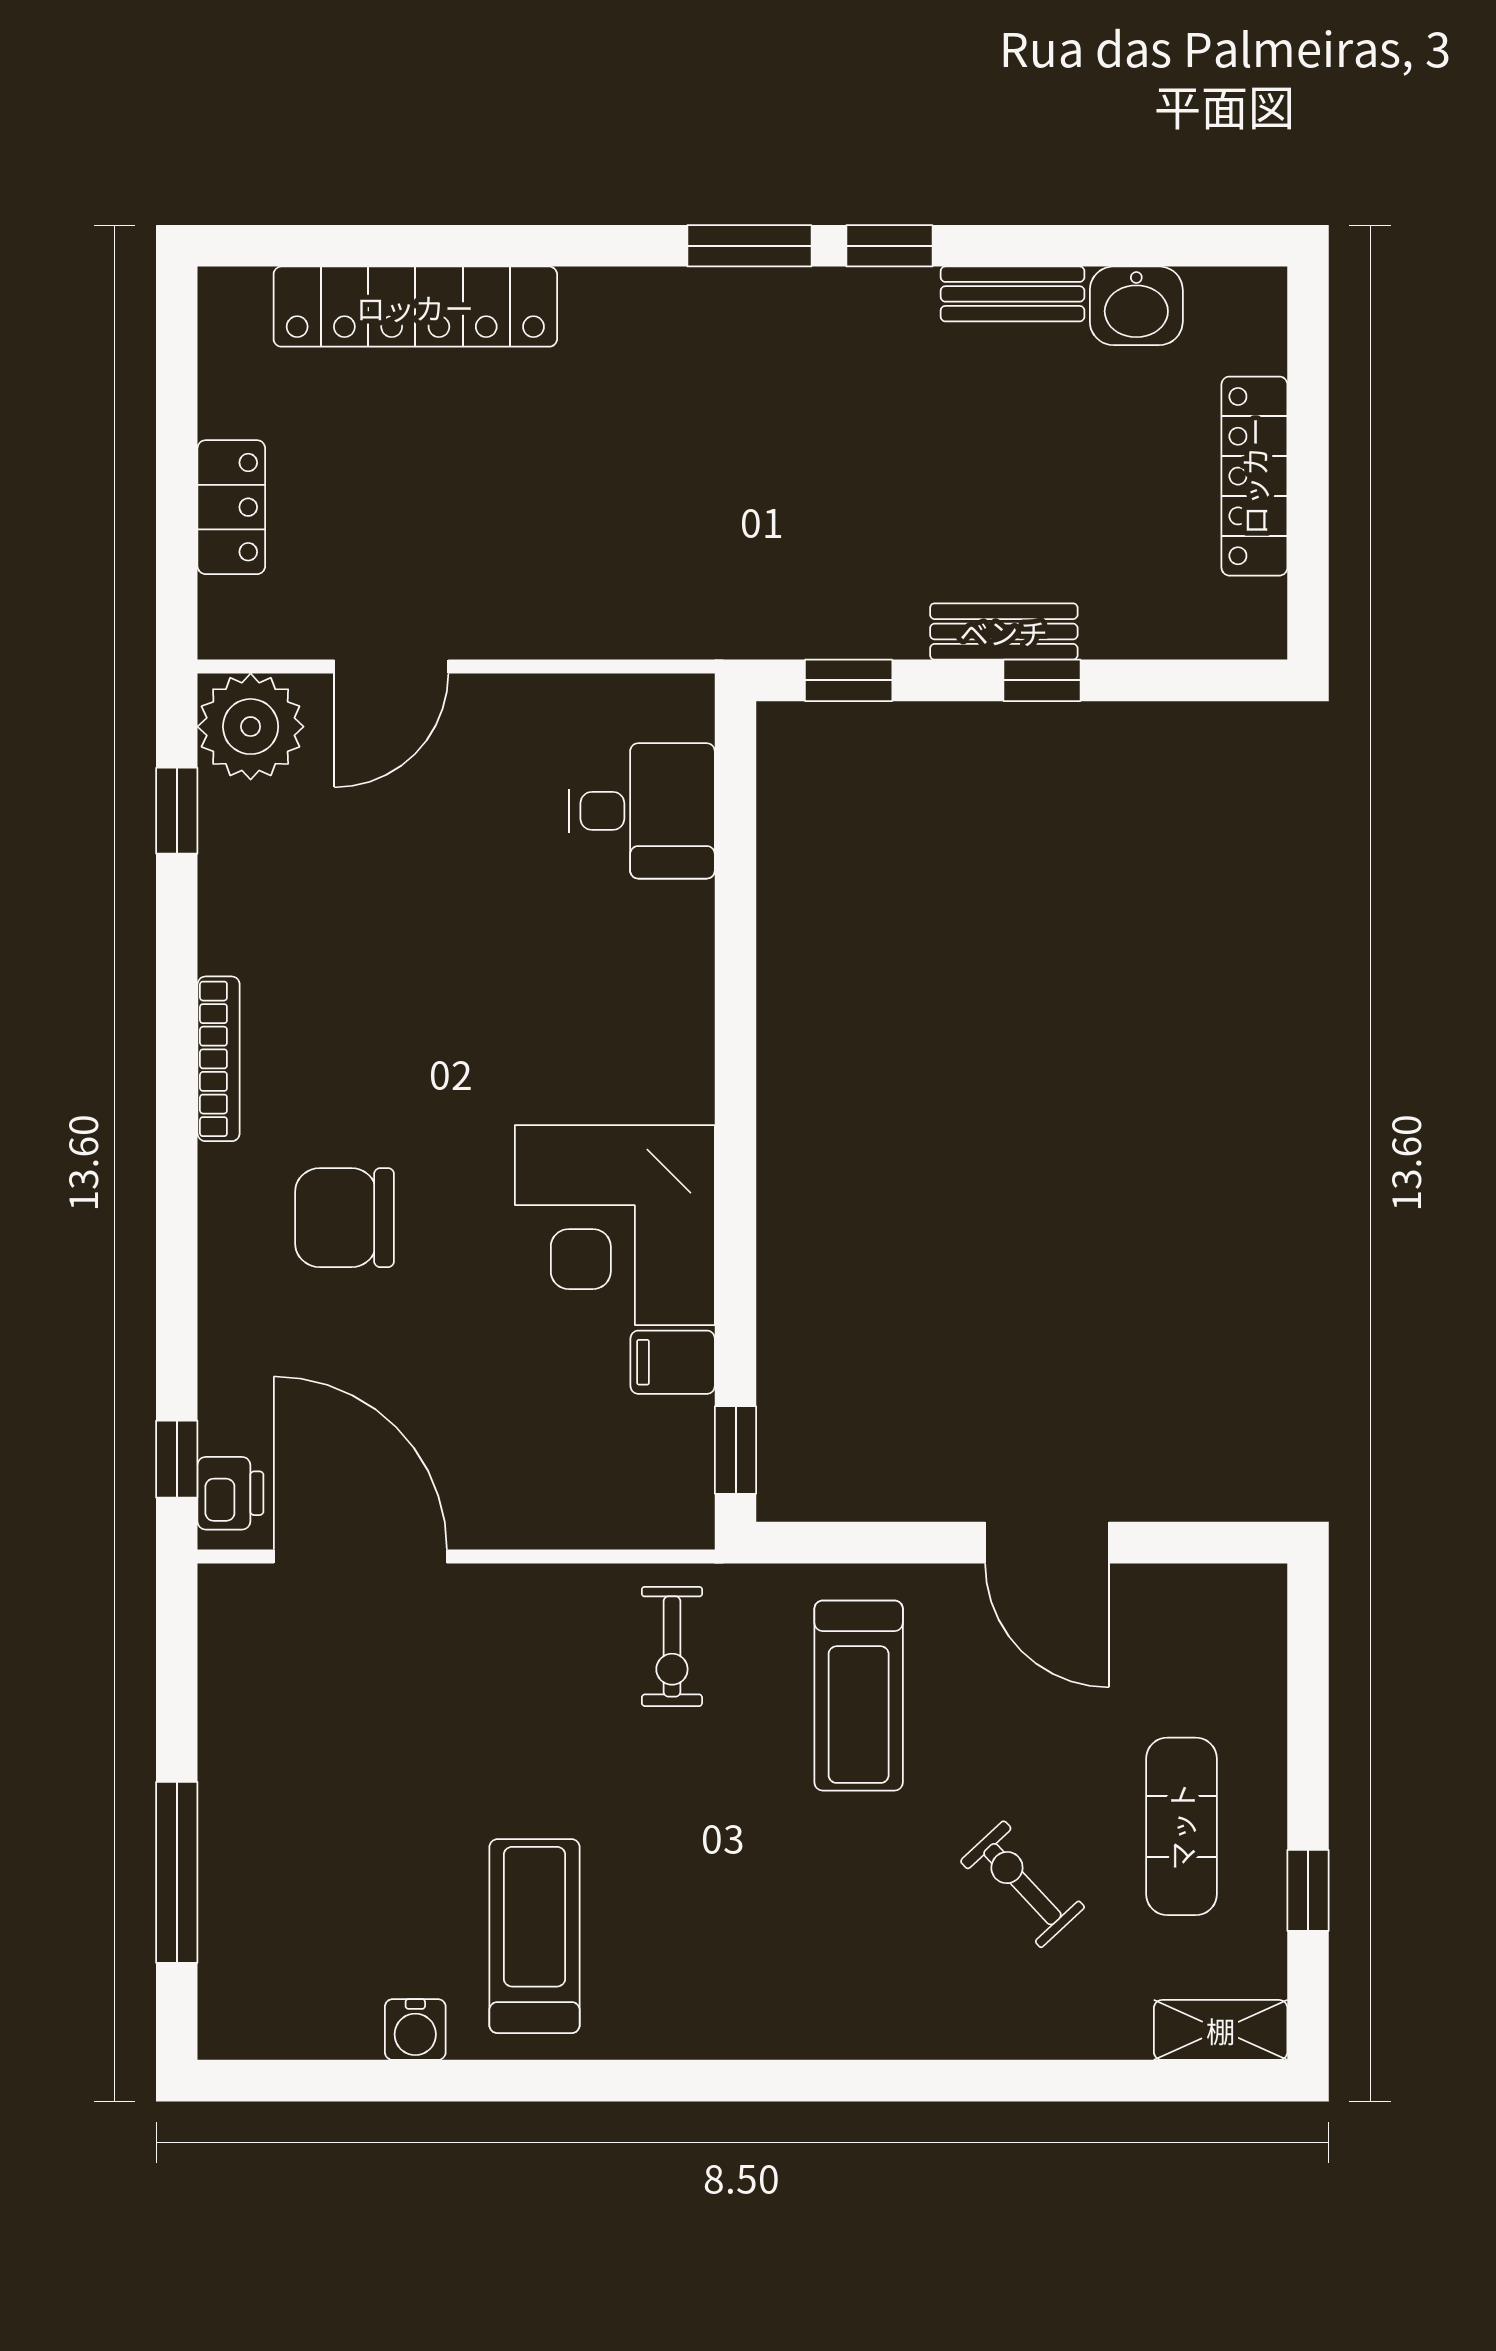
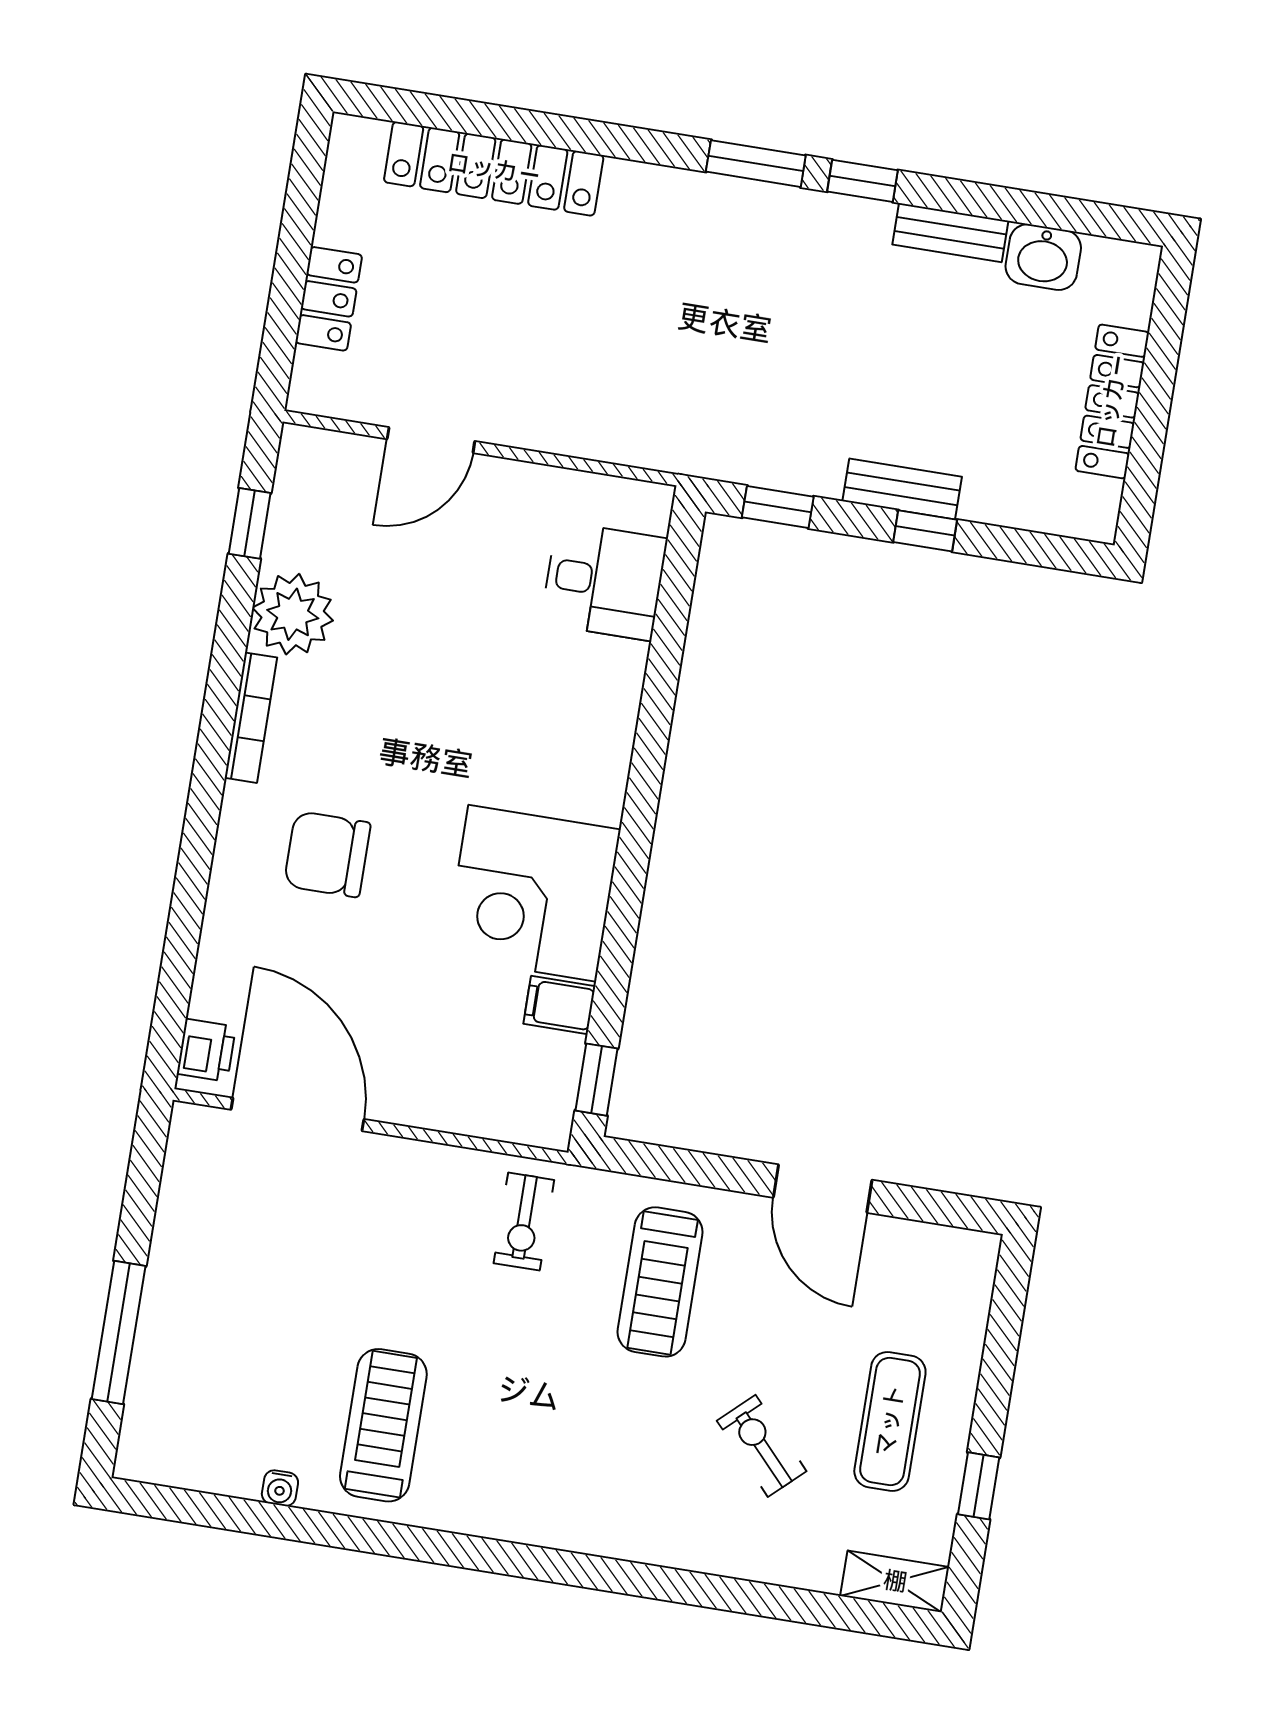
plant: (251, 727) -> (293, 614), moved
window: (177, 1459) -> (170, 1018), removed
water cooler: (415, 2030) -> (280, 1488), width x0.72, depth x0.72

